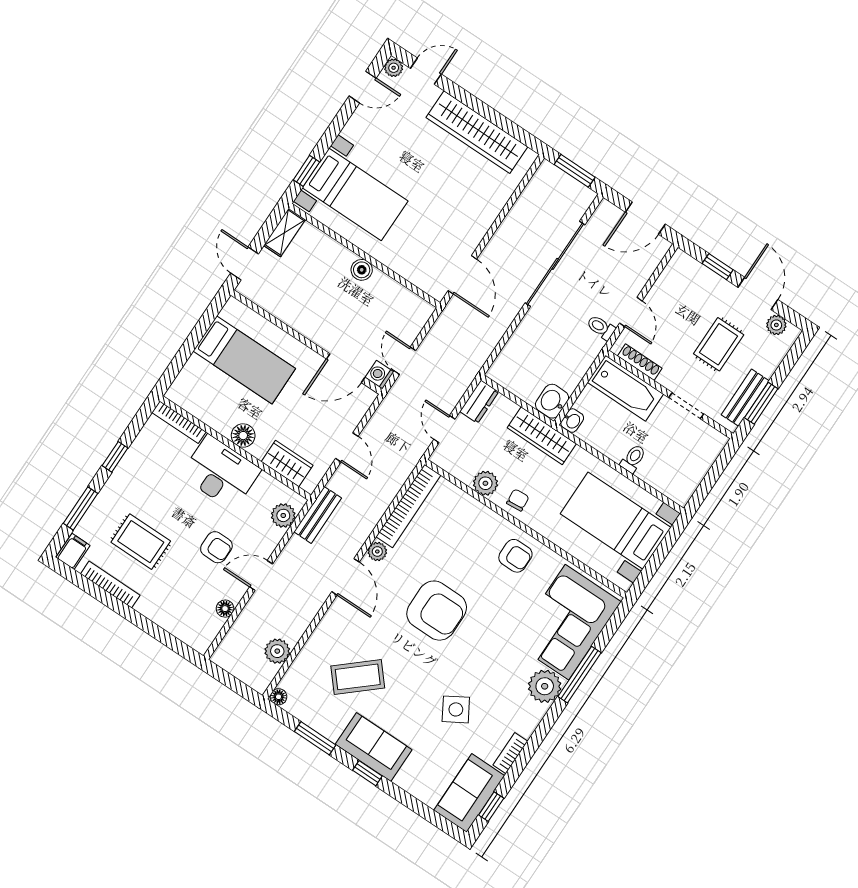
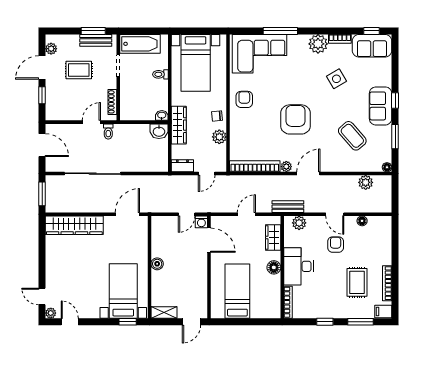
wardrobe: (477, 132) -> (74, 225), moved, turned 90
bathtub: (625, 388) -> (140, 44), moved, turned 90
plant: (545, 686) -> (318, 44), moved

